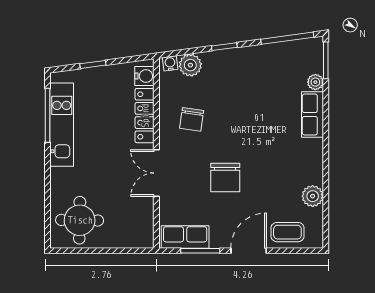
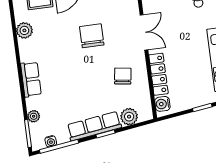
row of seats: (238, 59) -> (94, 126), added
water cooler: (170, 63) -> (51, 141), moved
row of seats: (312, 114) -> (31, 79), moved

